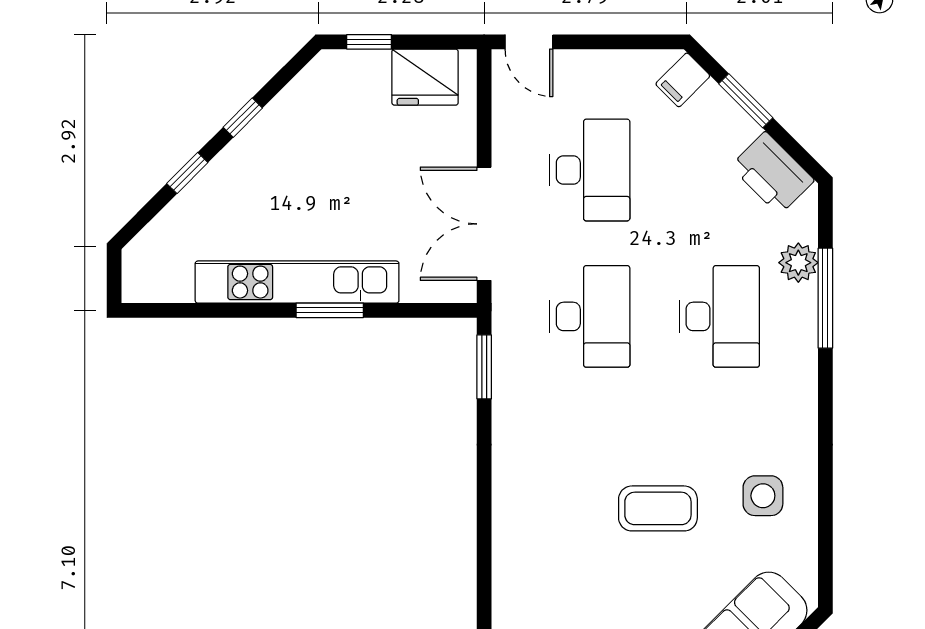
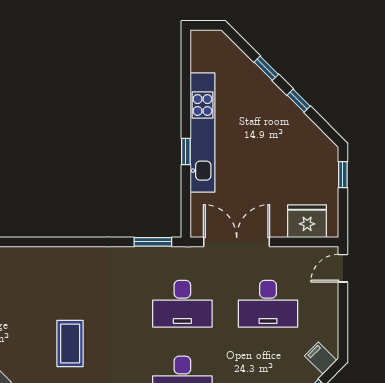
fridge: (425, 77) -> (307, 221), moved, turned 90
window: (330, 310) -> (186, 152), width x0.67

